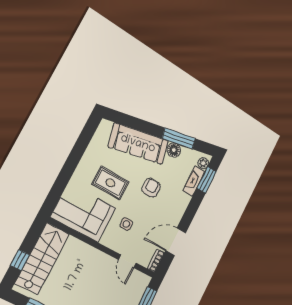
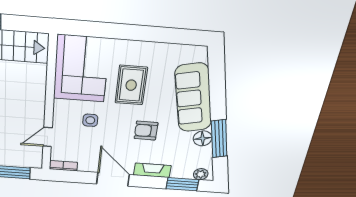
fireplace: (194, 181) -> (152, 170), moved
armchair: (151, 188) -> (146, 131), turned 180
door: (176, 242) -> (113, 179), moved

